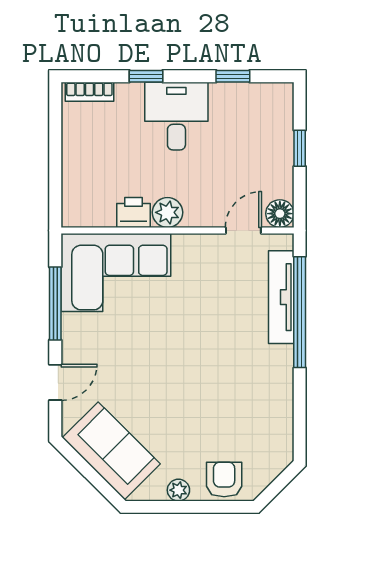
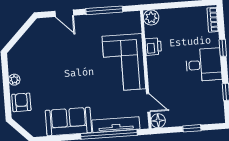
plant: (168, 212) -> (151, 17), moved
corner sofa: (116, 272) -> (124, 62), moved
sofa: (111, 451) -> (68, 121), moved, turned -135
armchair: (224, 479) -> (21, 102), turned -90

